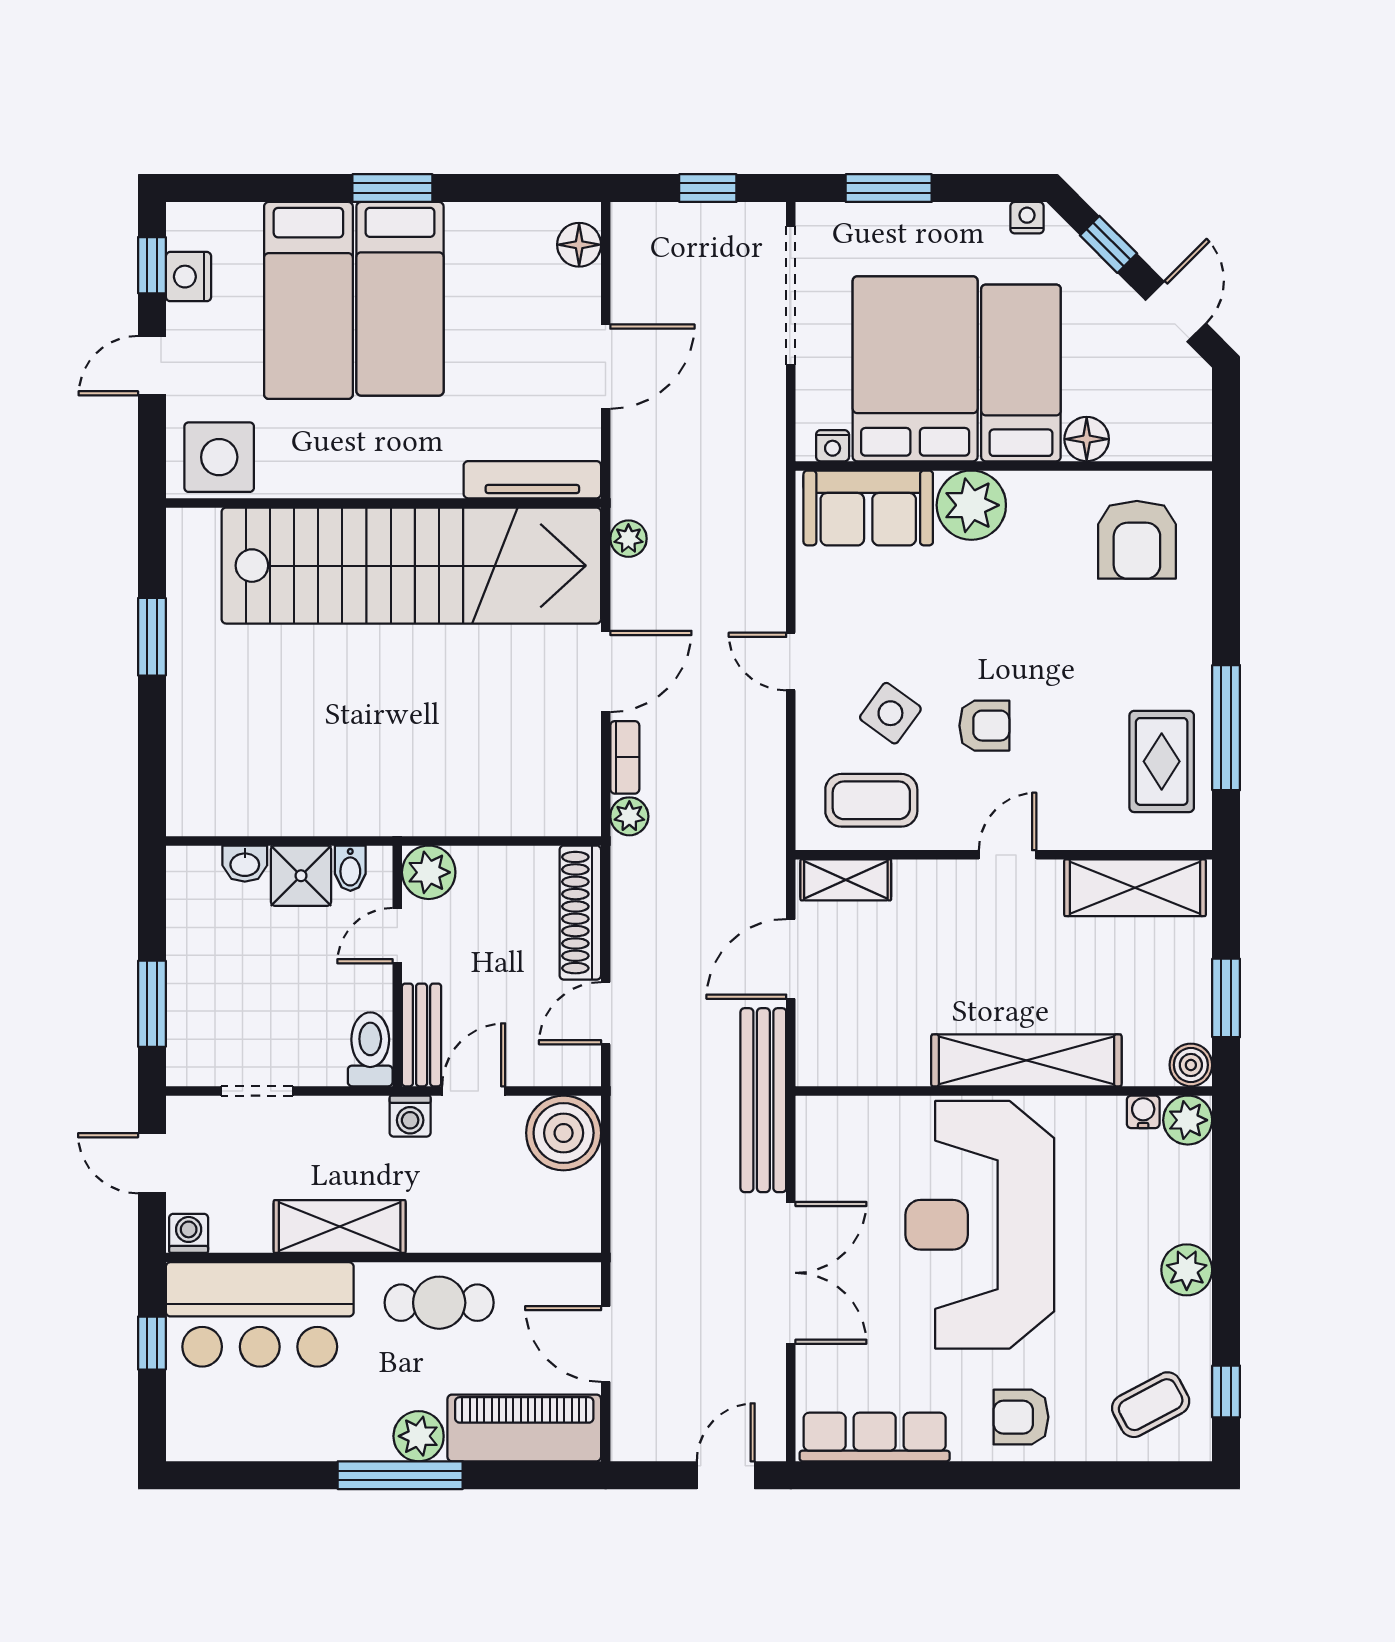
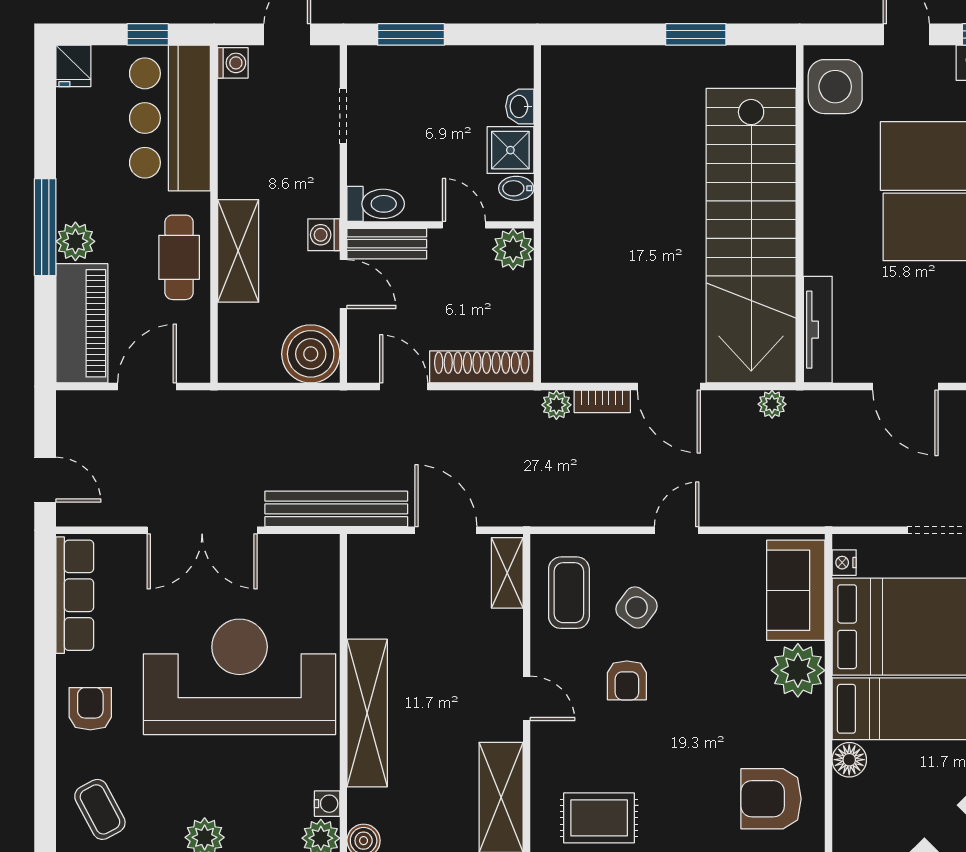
shelving: (340, 1227) -> (238, 251), moved
fridge: (193, 1439) -> (73, 66), added

